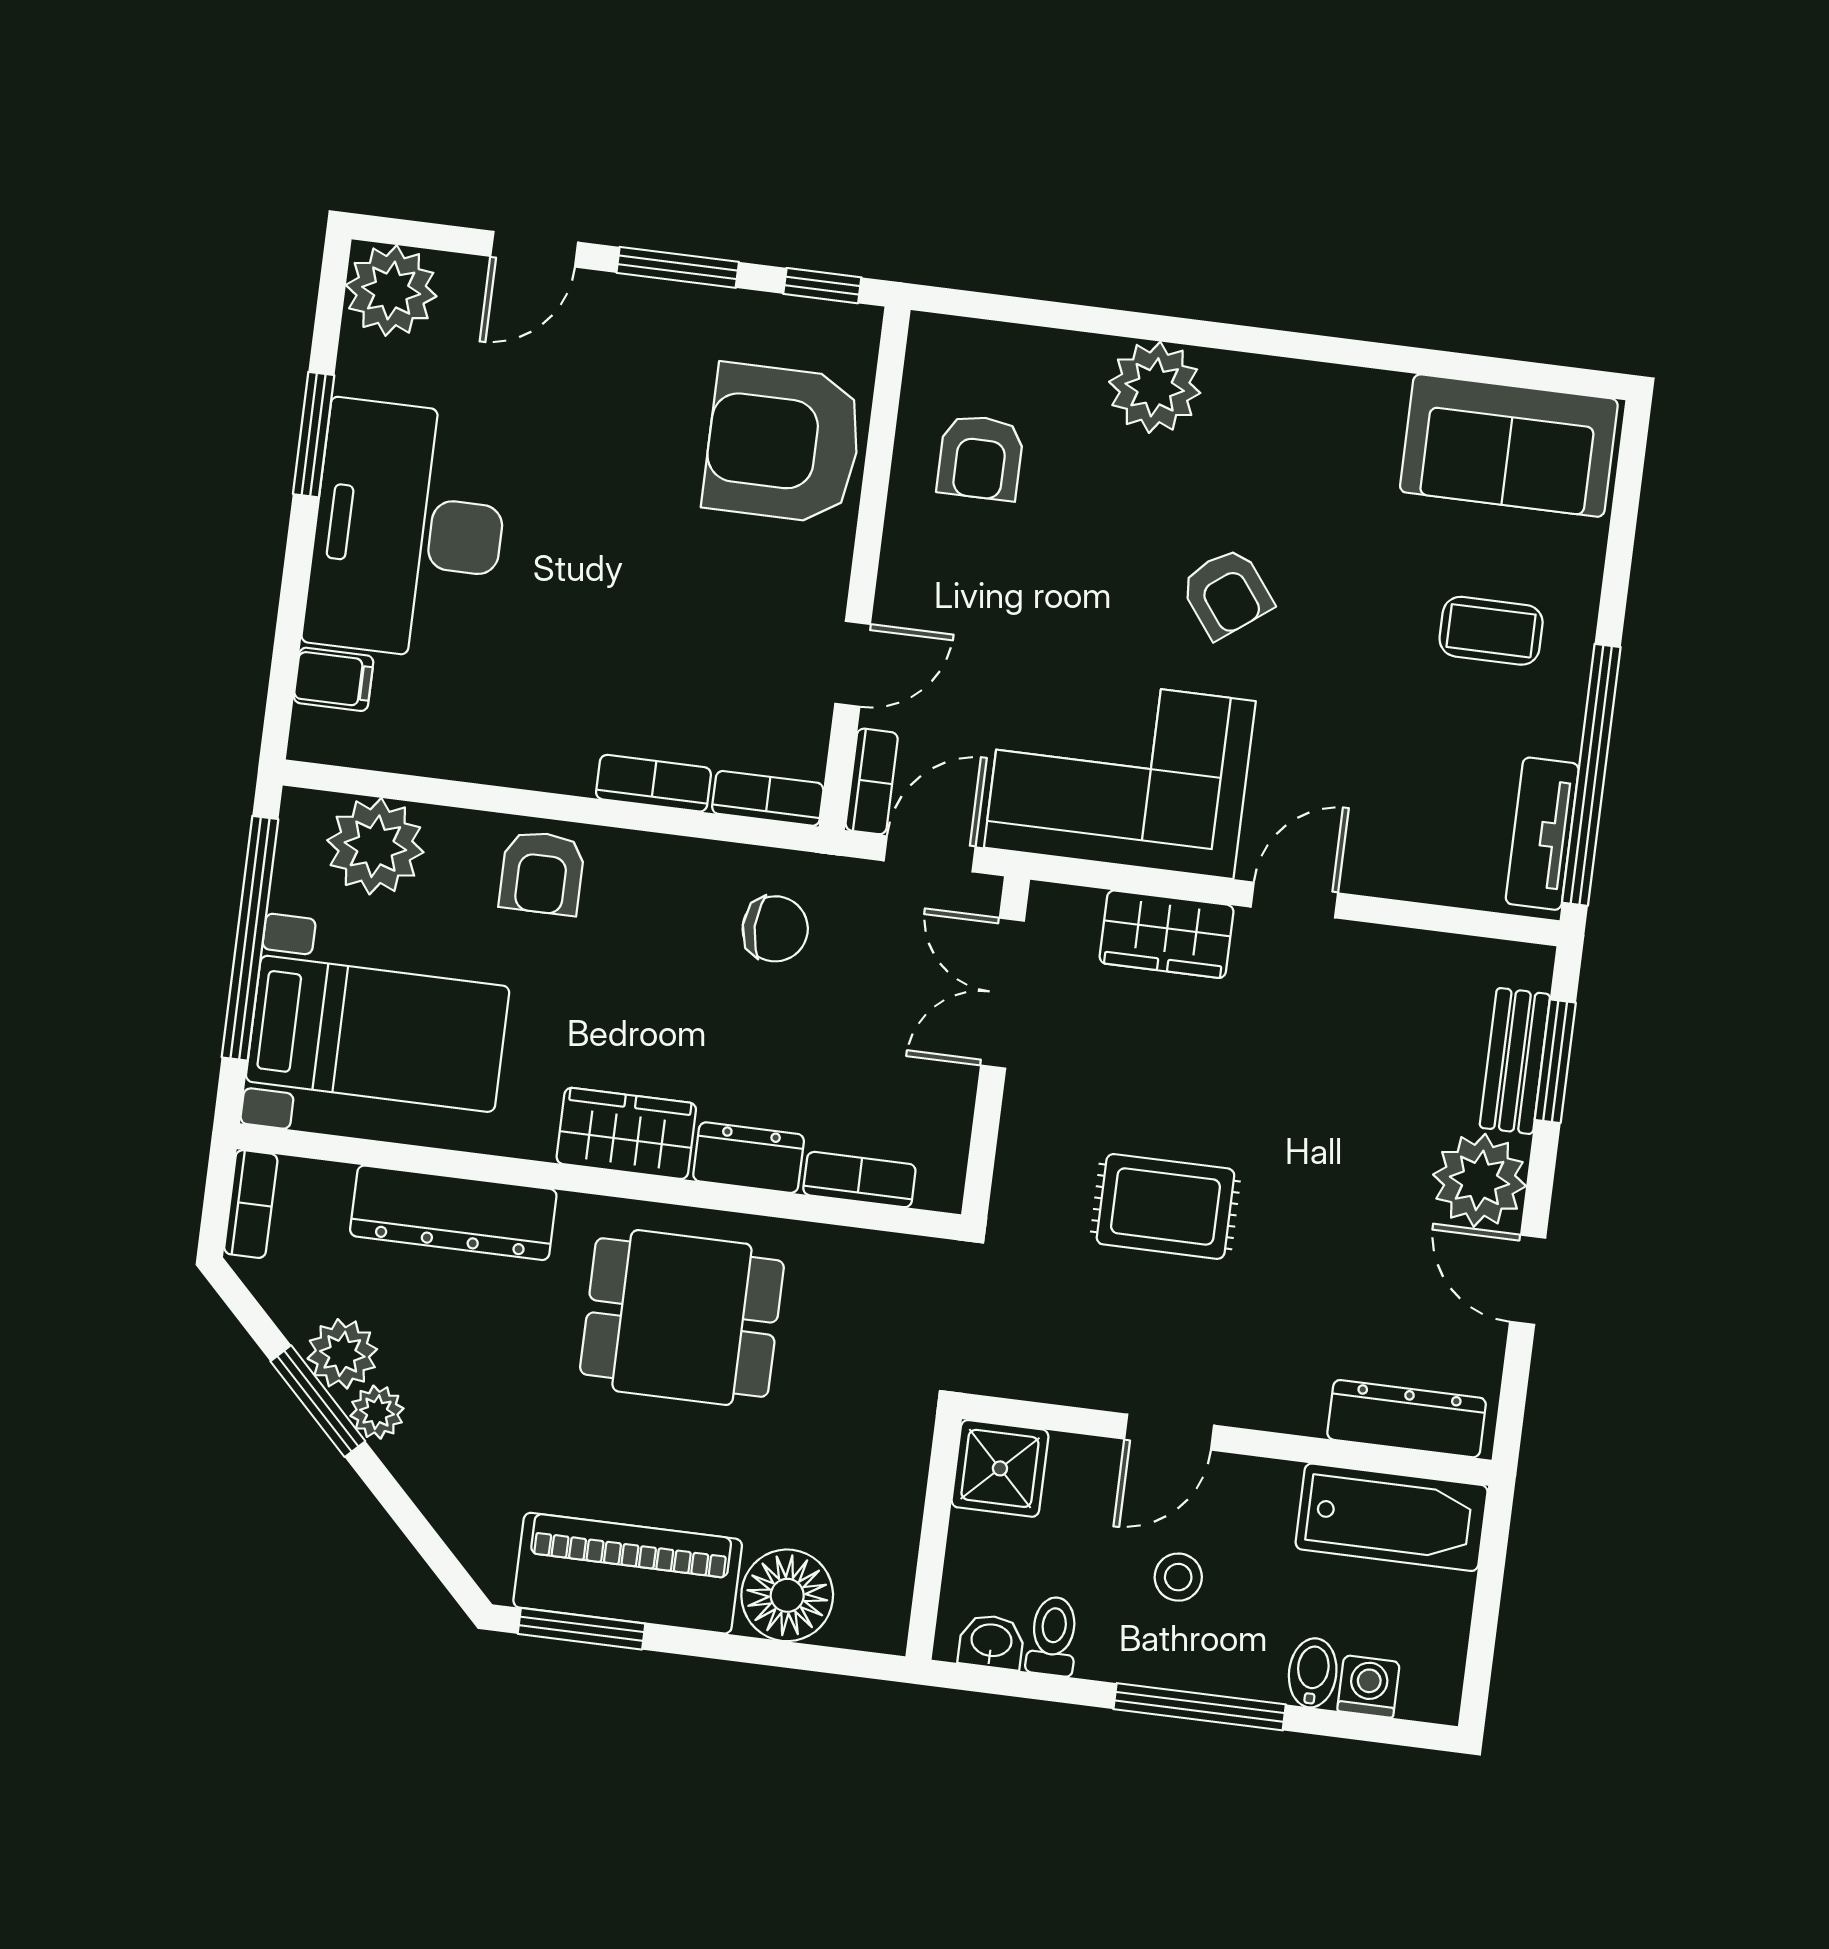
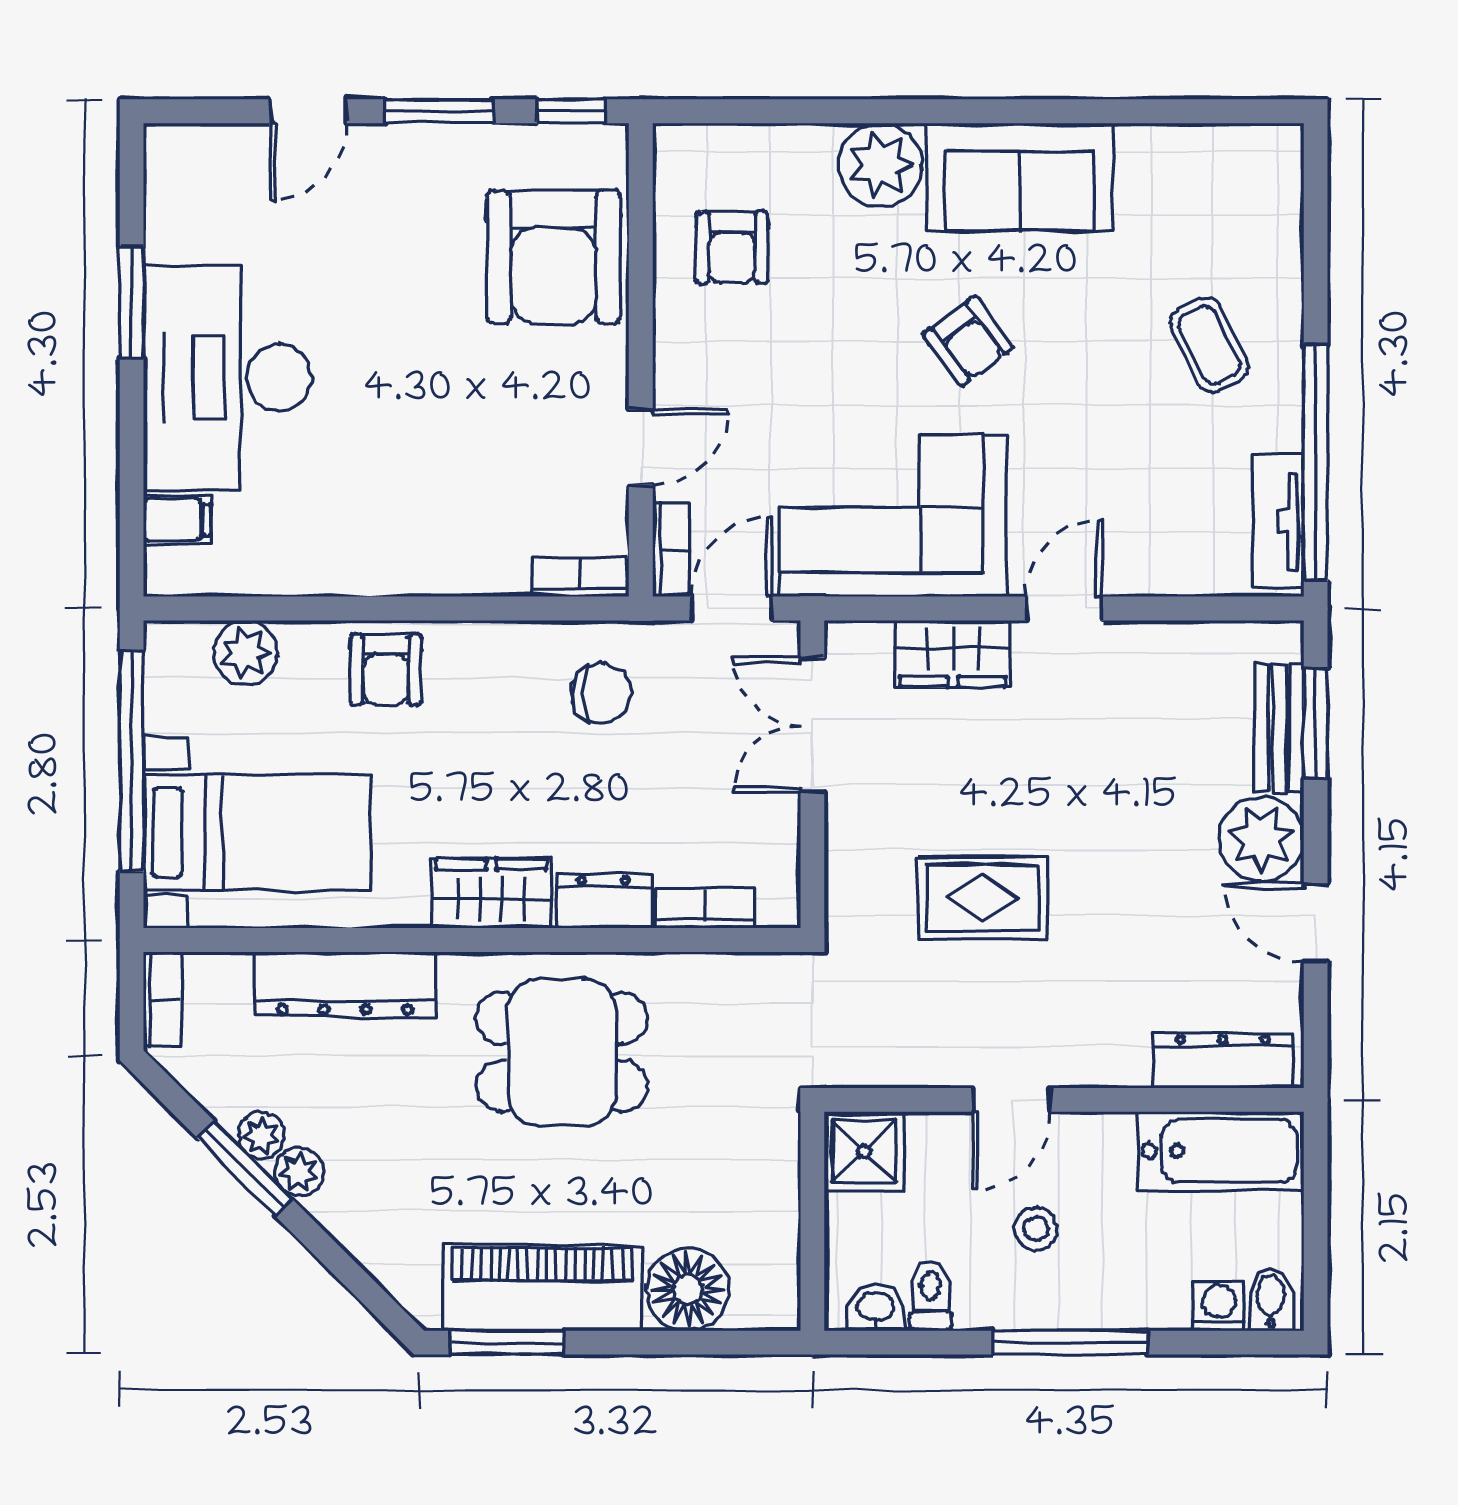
plant: (391, 291) -> (185, 164), removed
armchair: (783, 443) -> (554, 257), turned -90
sofa: (1509, 446) -> (1020, 177), moved
coffee table: (1491, 631) -> (1209, 345), turned 63
bookcase: (653, 783) -> (476, 577), removed
plant: (375, 846) -> (245, 653), width x0.73, depth x0.73
plant: (342, 1354) -> (261, 1136), width x0.73, depth x0.73
bidet: (1313, 1673) -> (1271, 1299), moved

